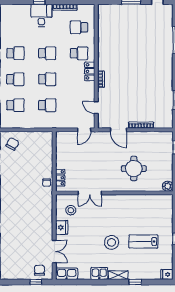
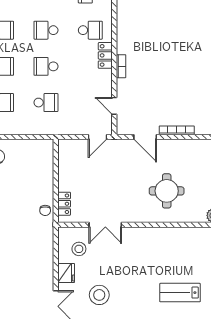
school desk: (47, 53) -> (46, 30), turned 180
school desk: (47, 79) -> (46, 66), turned 180
stool: (112, 242) -> (99, 295), moved

